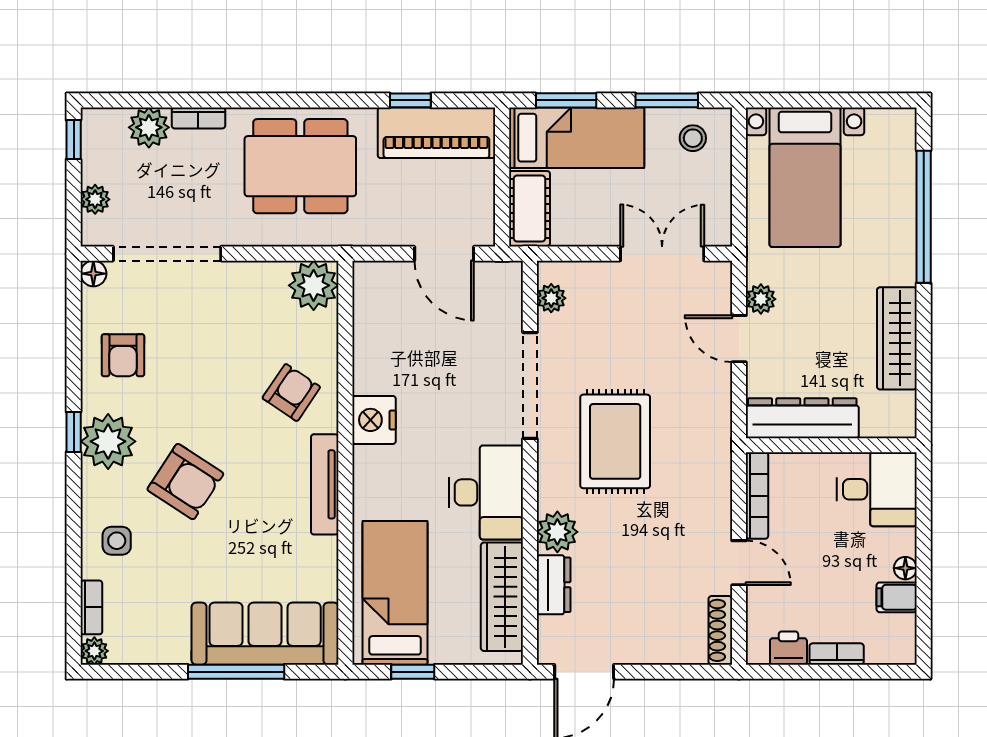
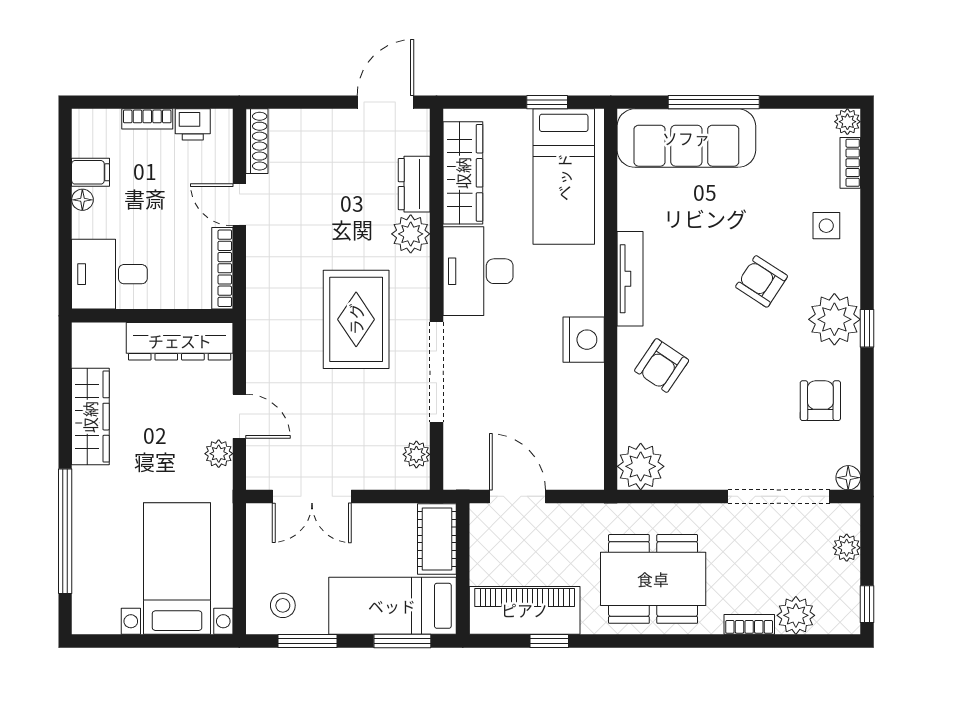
armchair: (185, 482) -> (762, 281), width x0.72, depth x0.72

